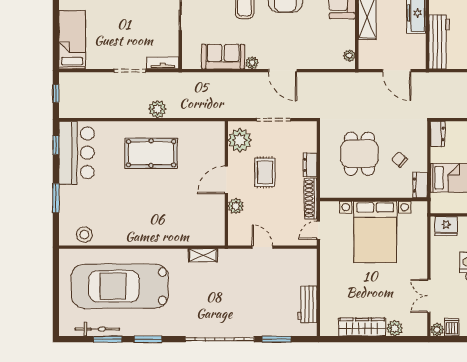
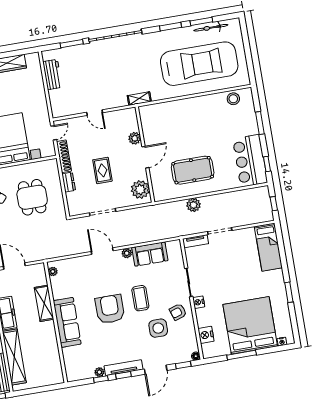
plant: (240, 140) -> (140, 190), moved
door: (226, 180) -> (145, 157), moved
wall: (226, 183) -> (145, 154), moved
plant: (236, 206) -> (135, 138), moved

